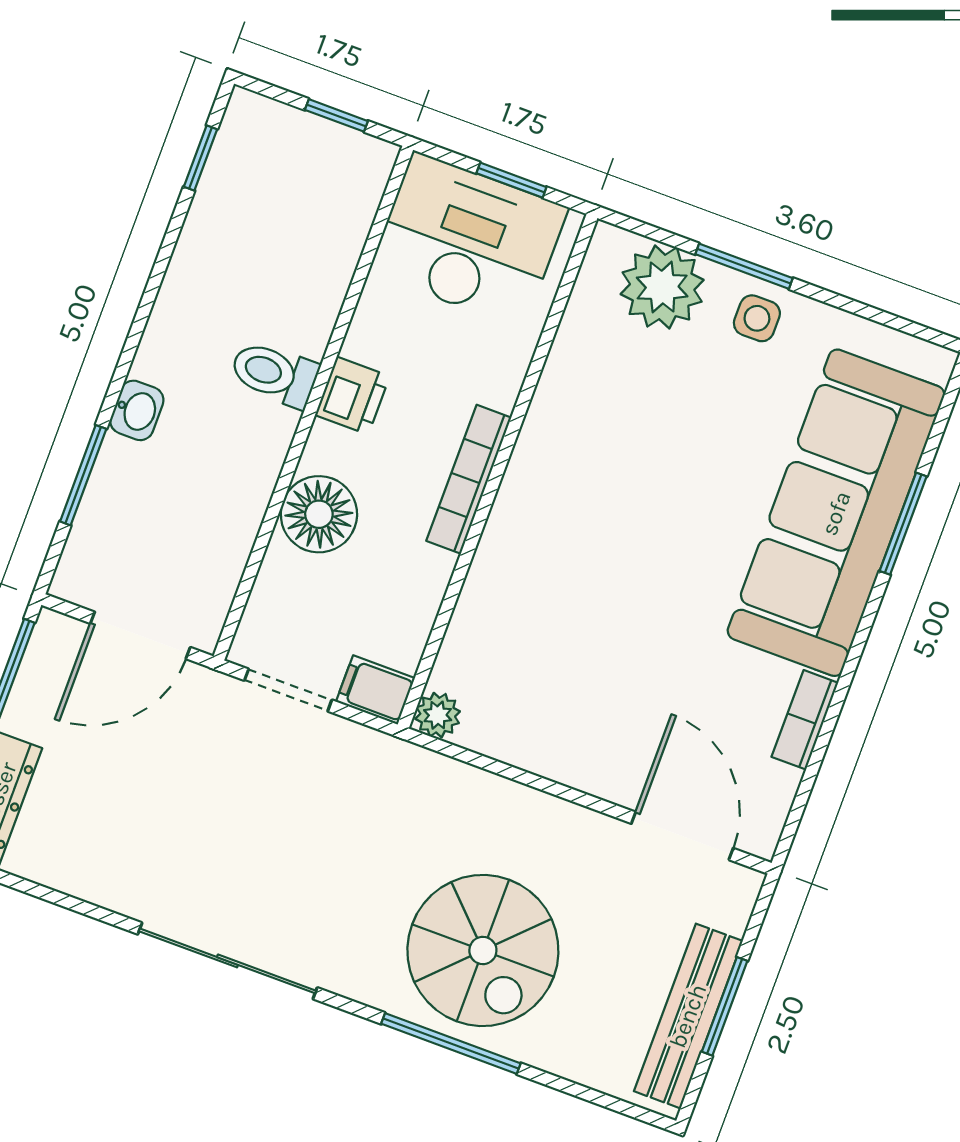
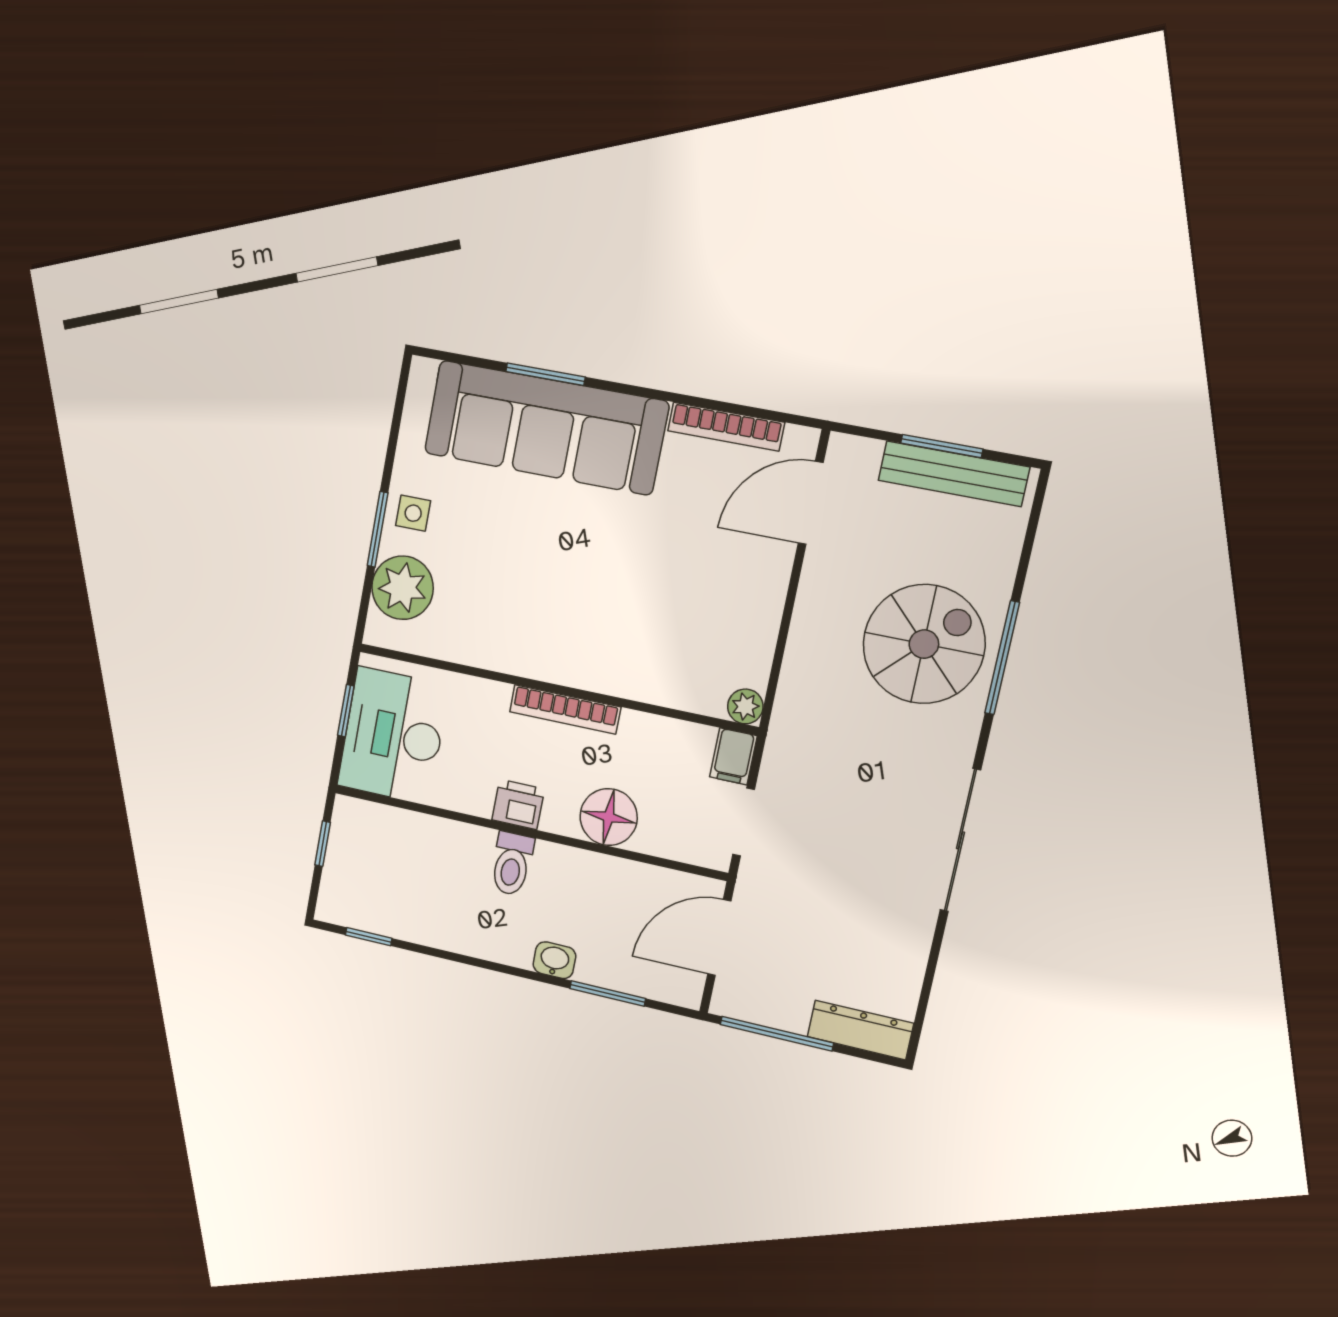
door: (140, 635) -> (719, 938), swing flipped
bookcase: (805, 720) -> (726, 427), width x1.56

